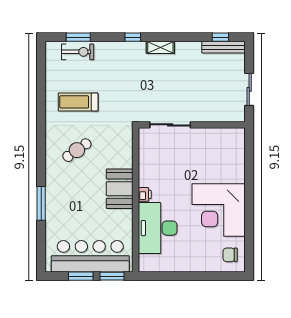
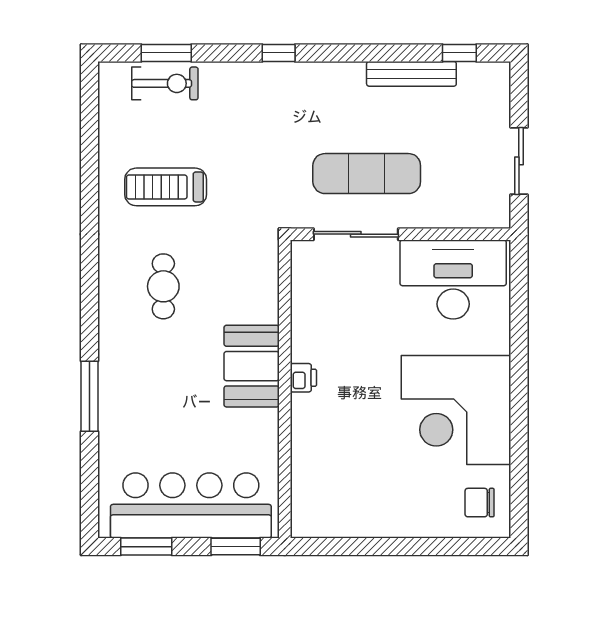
shelving: (160, 47) -> (336, 74), removed
bench: (223, 47) -> (411, 74), moved
exercise mat: (175, 95) -> (367, 174), added
cafe table: (77, 150) -> (163, 286), turned -55
desk: (158, 228) -> (453, 279), moved, turned 90
window: (81, 276) -> (146, 547), moved

